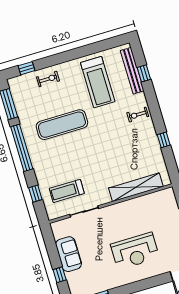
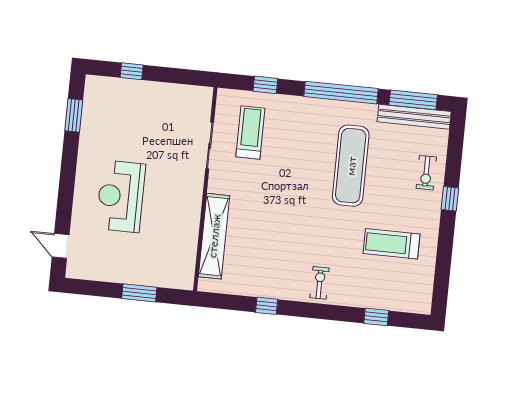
window: (26, 68) -> (450, 199), moved
bench: (132, 71) -> (414, 117), moved
treadmill: (98, 82) -> (392, 244), width x0.73, depth x0.73
sofa: (69, 254) -> (157, 97), removed

